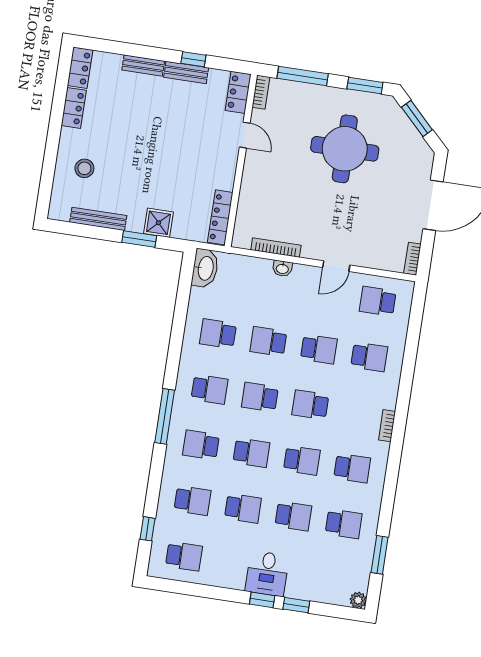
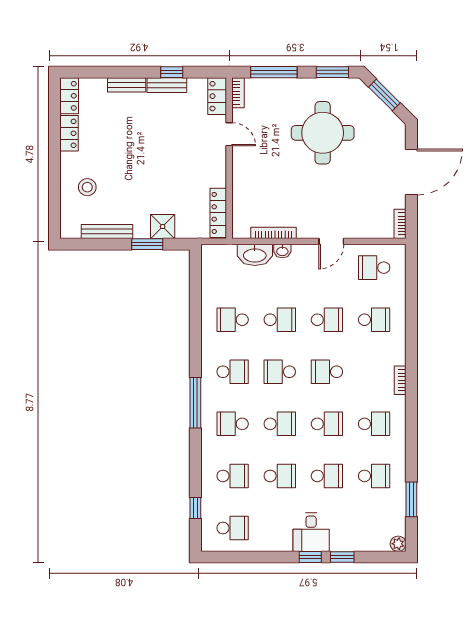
washbasin: (205, 268) -> (255, 255), moved, turned 90
school desk: (268, 341) -> (280, 320), turned 180

